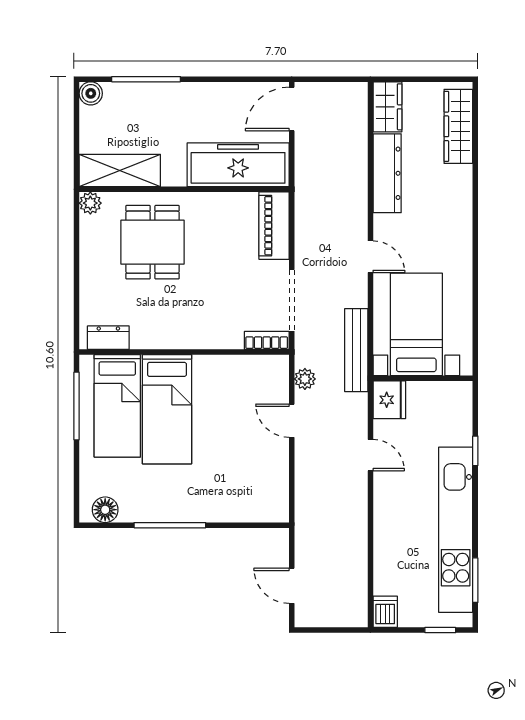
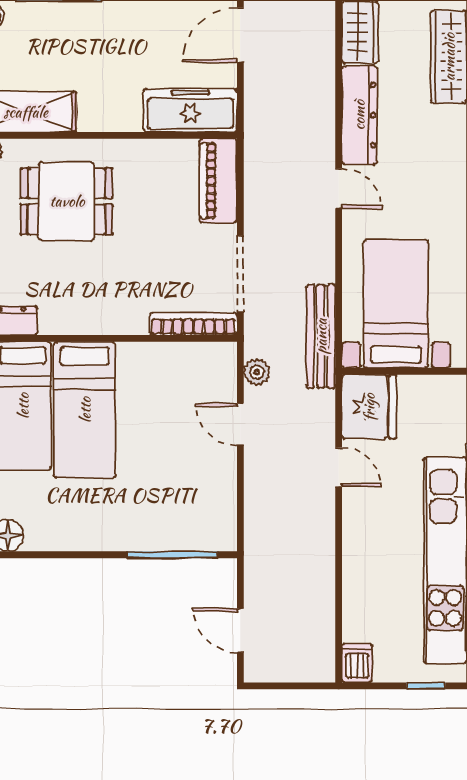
freezer: (238, 165) -> (190, 110), width x0.73, depth x0.79
dining table: (153, 242) -> (67, 201), turned 90
door: (370, 257) -> (339, 189), moved
bookcase: (267, 340) -> (193, 324), width x1.56
fridge: (389, 400) -> (369, 407), width x1.36, depth x1.34
window: (170, 525) -> (172, 555), moved

